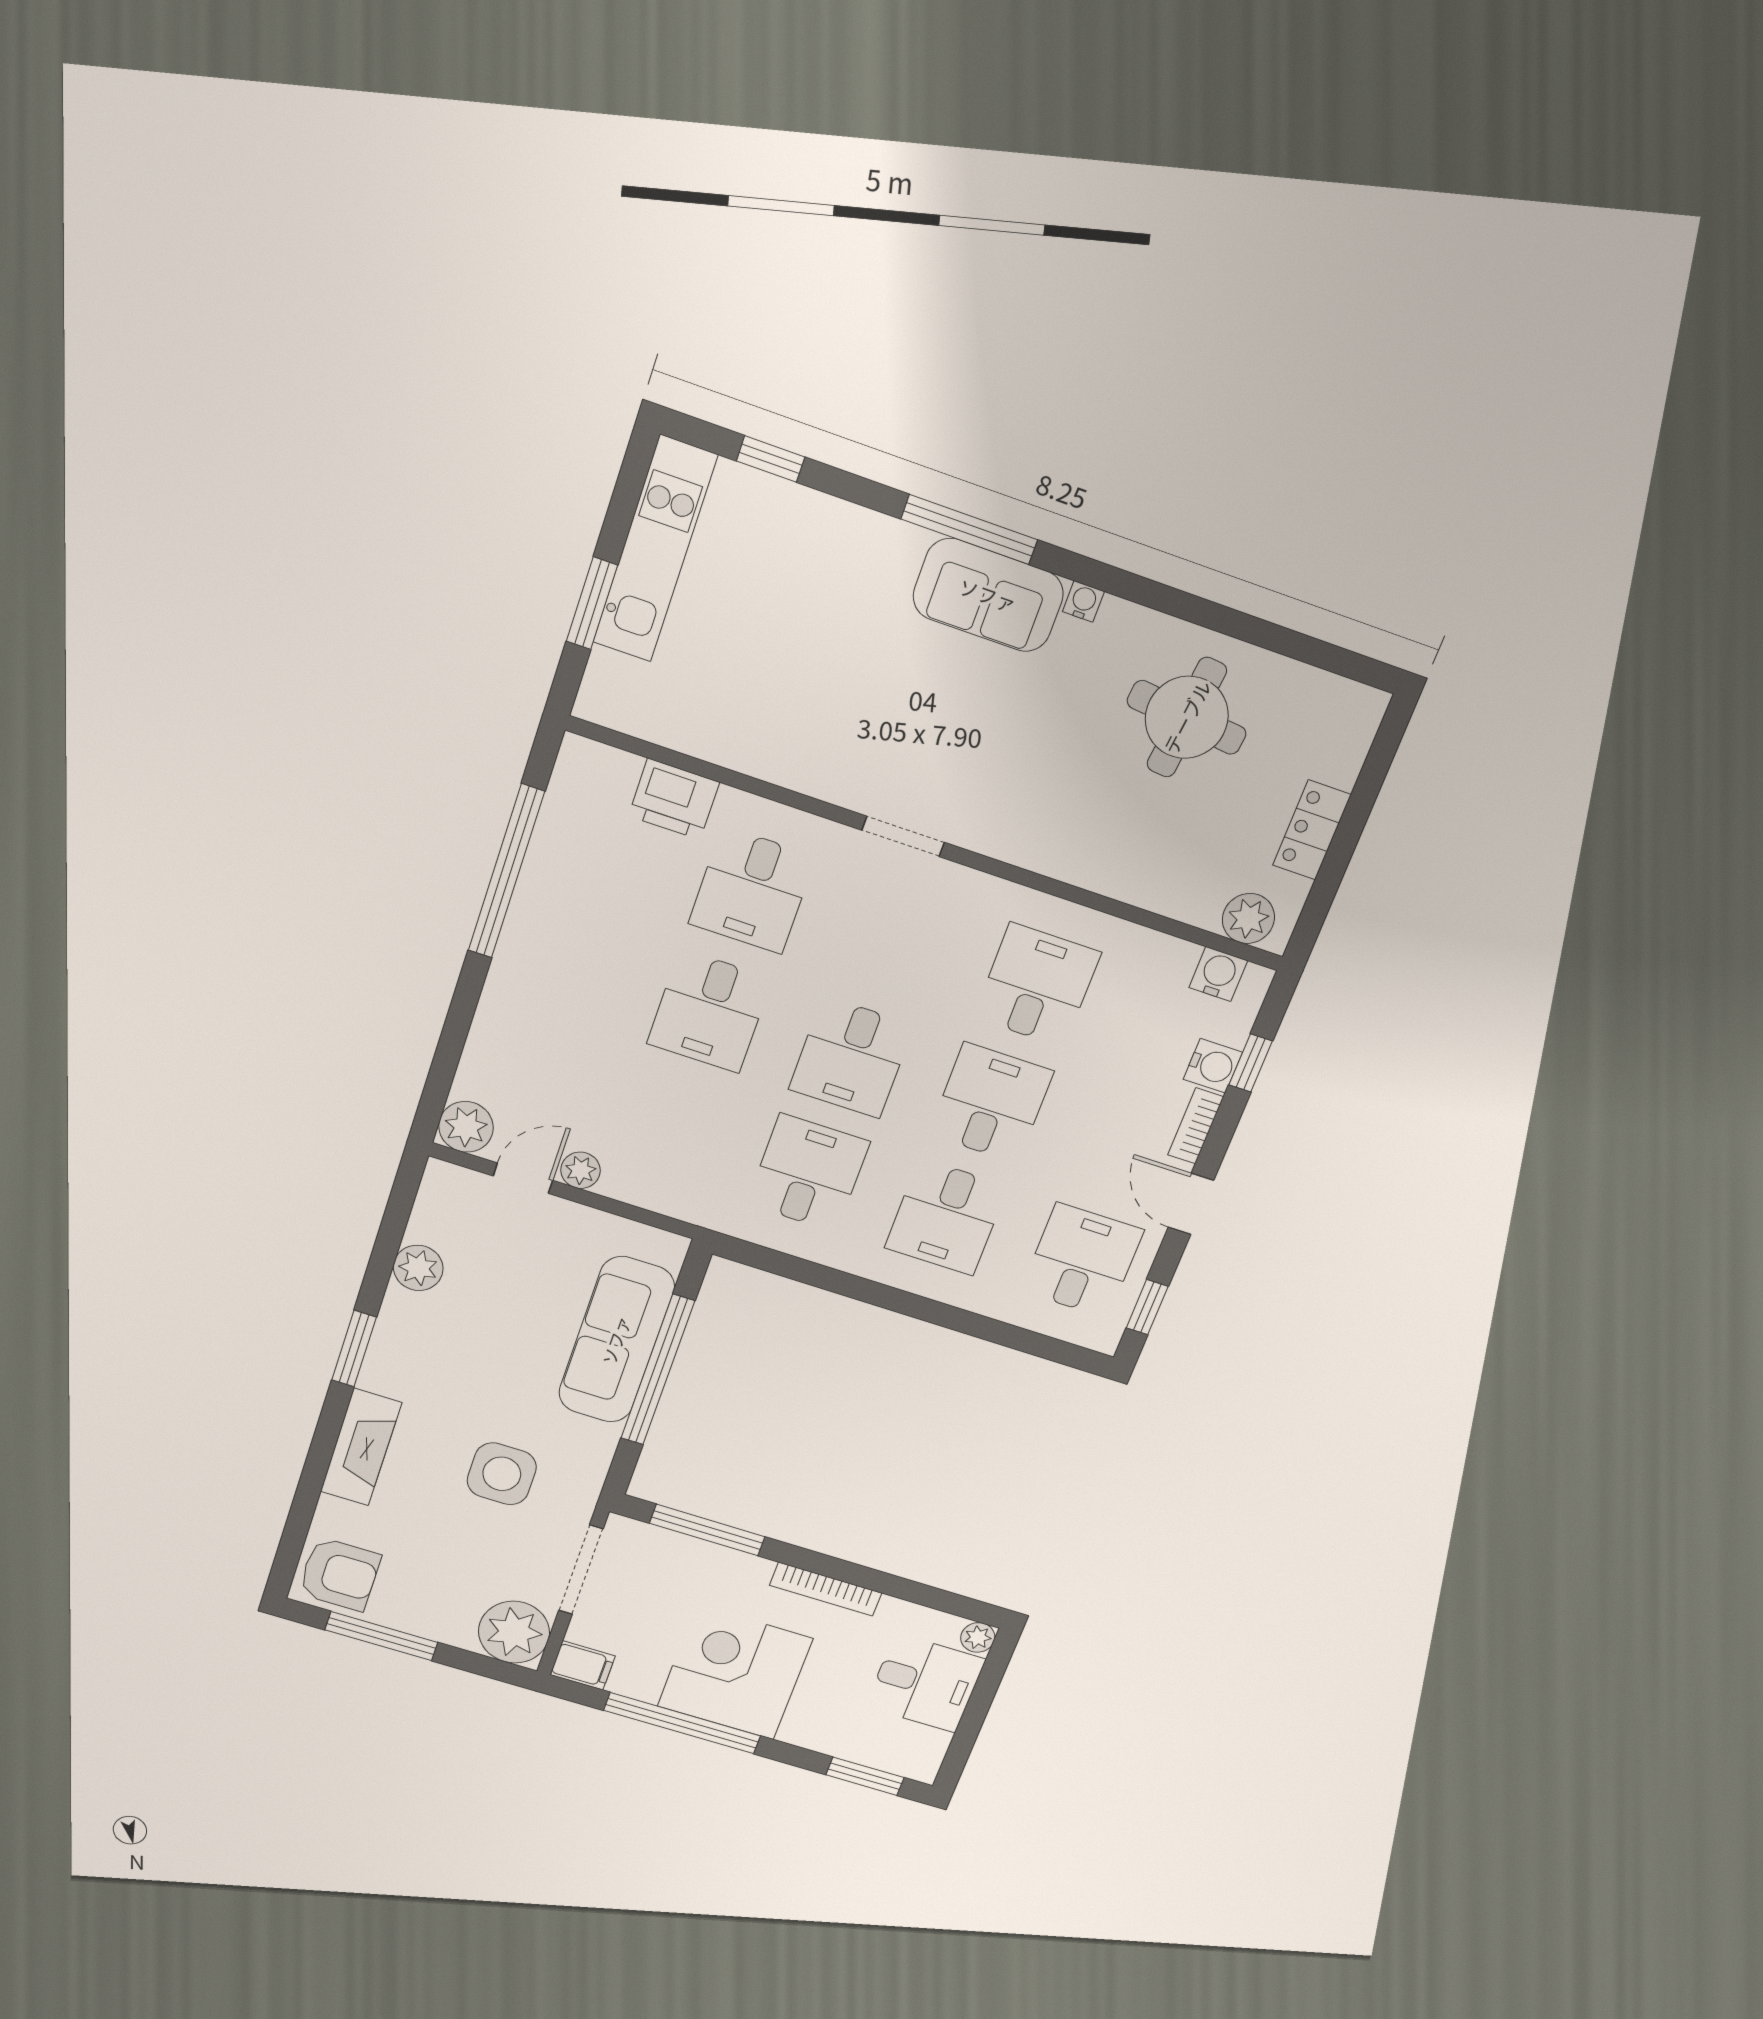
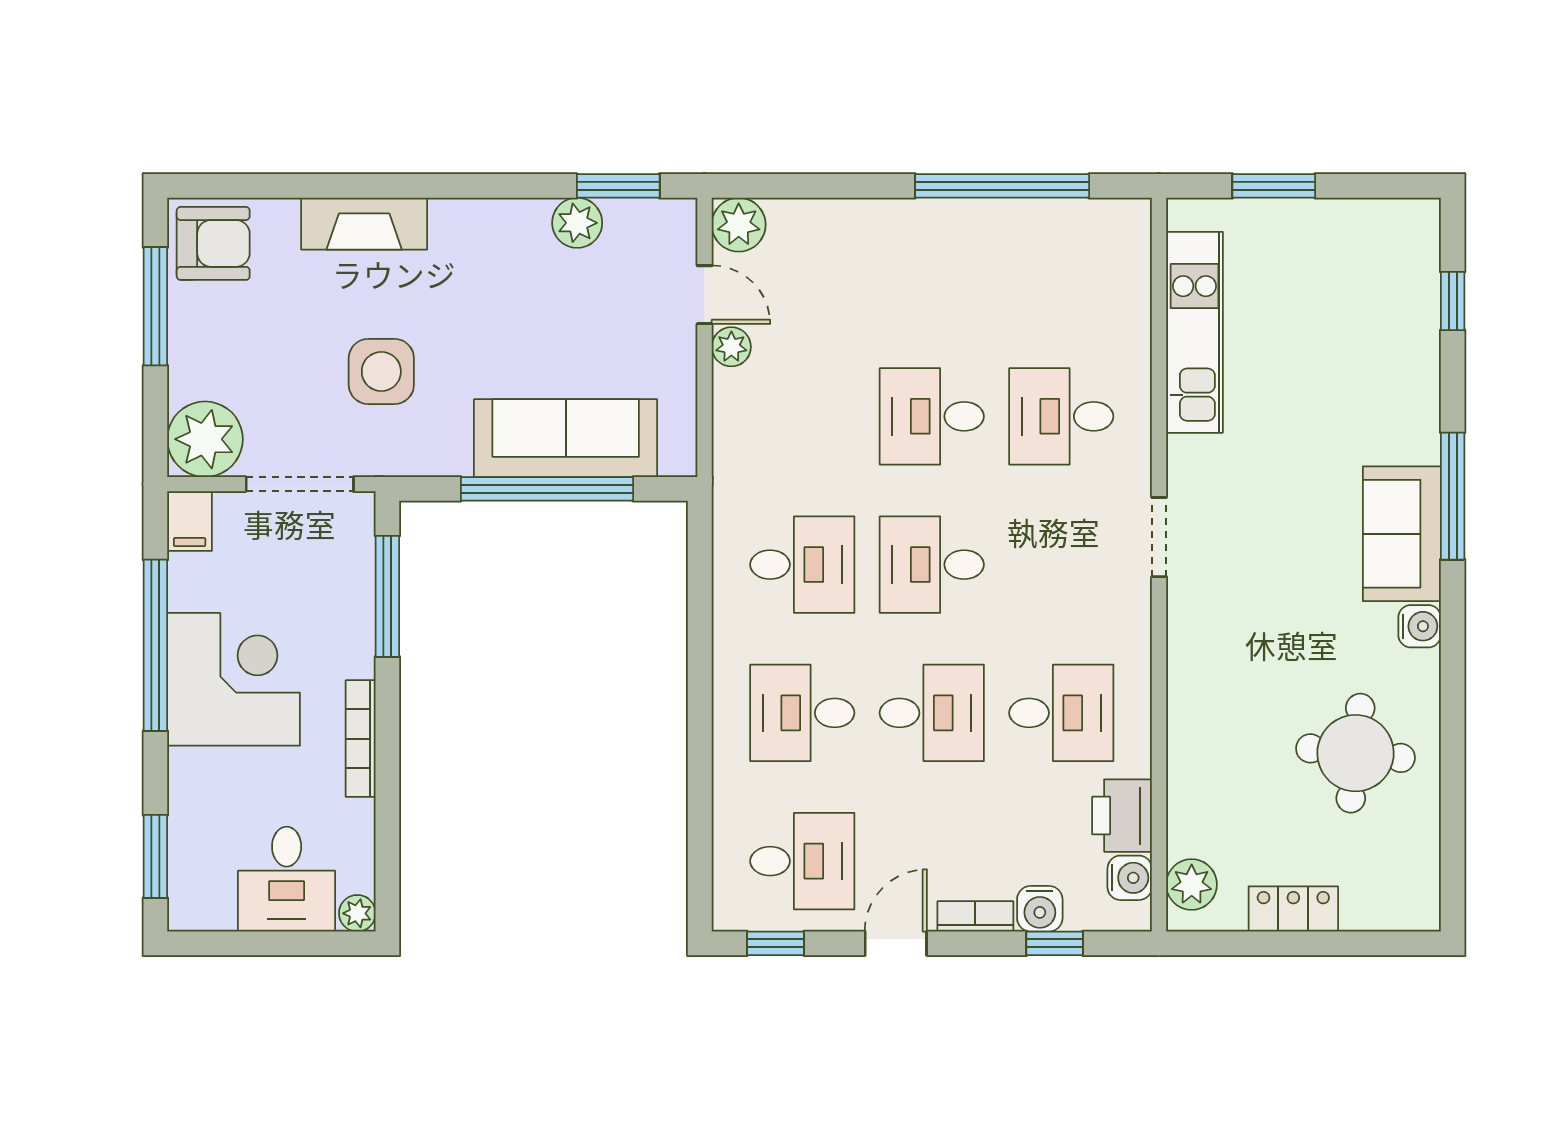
kitchen unit: (655, 549) -> (1194, 332), moved, turned -90
water cooler: (1083, 601) -> (1420, 626), width x1.38, depth x1.38
printer: (674, 799) -> (1122, 816), moved
window: (354, 1349) -> (618, 186), moved
armchair: (340, 1574) -> (213, 243), turned -90

